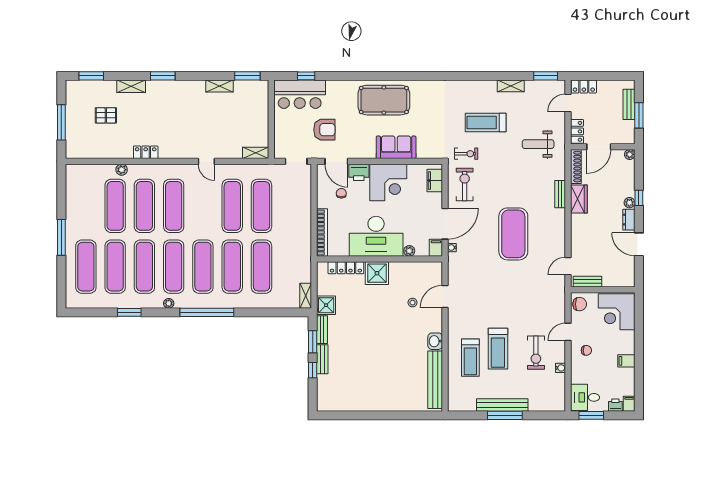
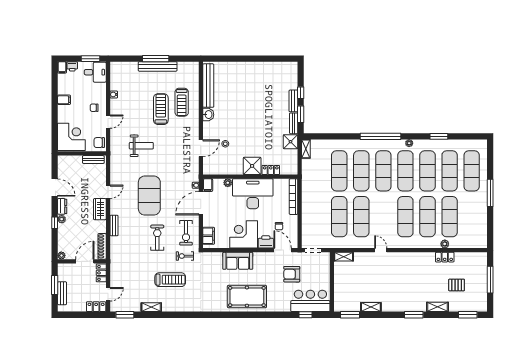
weight bench: (538, 144) -> (141, 146), moved
locker: (146, 152) -> (445, 257), moved
wardrobe: (579, 199) -> (100, 209), moved
door: (568, 266) -> (108, 192), moved
locker: (346, 268) -> (271, 170), width x0.66
exercise bike: (536, 353) -> (157, 238), moved
treadmill: (470, 358) -> (182, 102), turned 180

